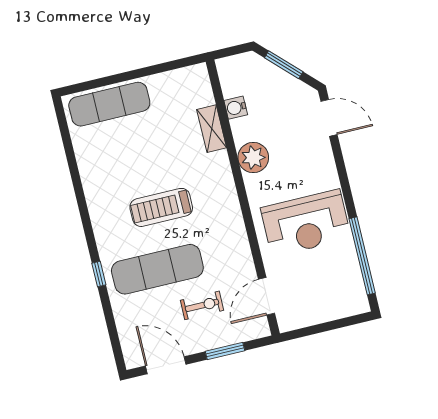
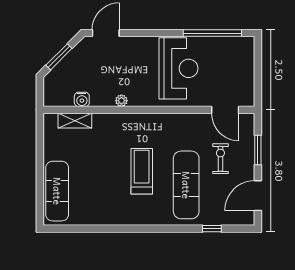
shelving: (212, 129) -> (75, 121), moved
plant: (253, 158) -> (121, 101), width x0.53, depth x0.53
treadmill: (161, 207) -> (142, 171), turned 180
window: (99, 274) -> (212, 229), moved

